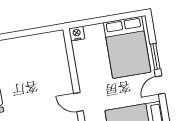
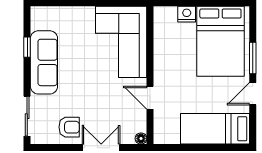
nightstand: (77, 34) -> (187, 14), moved
corner sofa: (48, 61) -> (121, 42), added

